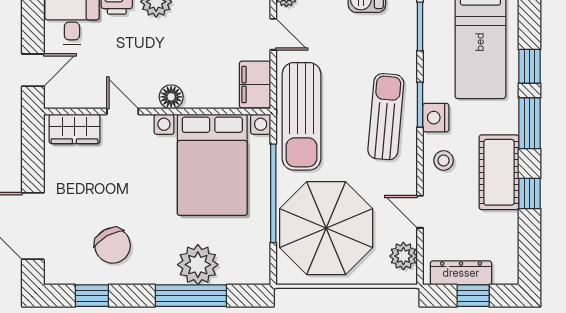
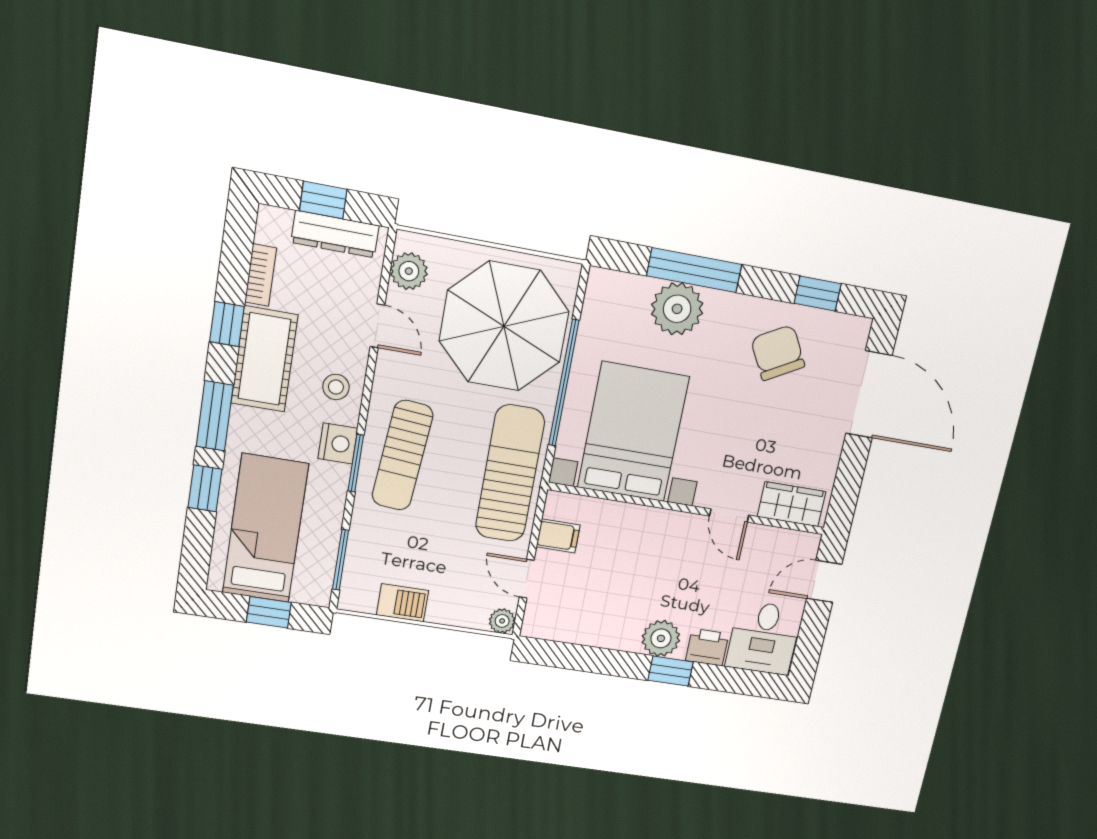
filing cabinet: (255, 85) -> (558, 536), width x0.50
floor lamp: (171, 97) -> (667, 523), removed
bookcase: (510, 234) -> (261, 275), added

